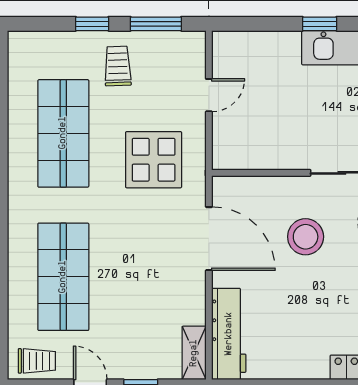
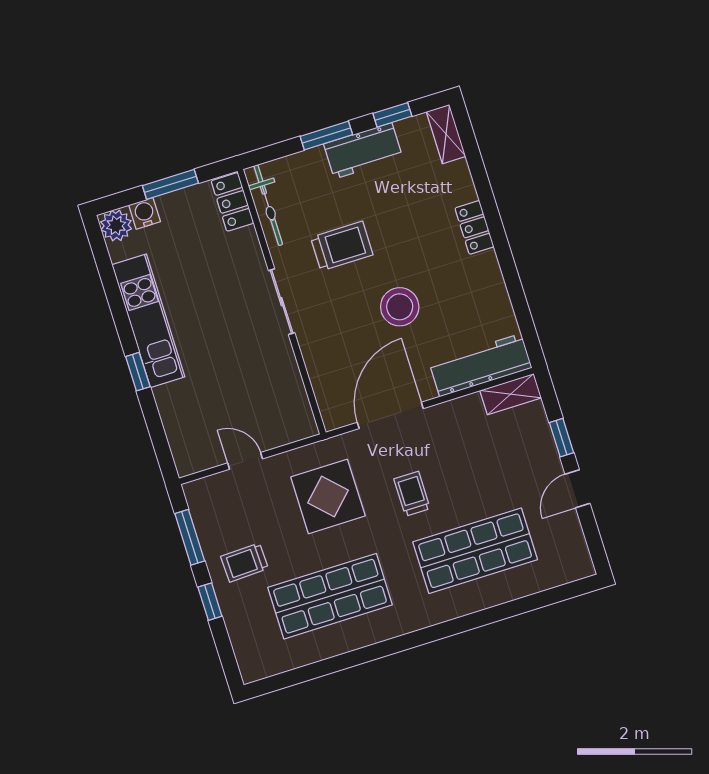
stool: (306, 237) -> (400, 307), moved
trolley: (37, 361) -> (412, 494), moved

